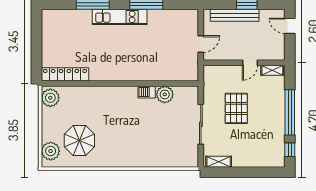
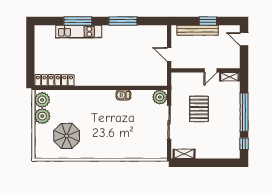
kitchen unit: (120, 17) -> (79, 32), moved
door: (201, 44) -> (169, 55), swing flipped
plant: (165, 94) -> (160, 97), moved
plant: (51, 151) -> (42, 116), moved

